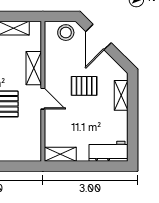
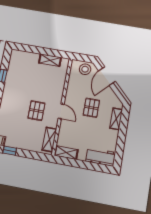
shelving: (34, 68) -> (49, 140), moved
pallet: (84, 86) -> (91, 108), turned 90

